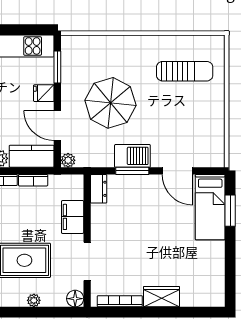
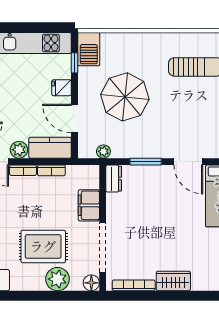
window: (57, 67) -> (74, 63), width x0.67
barbecue: (132, 156) -> (89, 49), moved, turned 90
plant: (68, 160) -> (103, 151), moved
doorway: (87, 261) -> (103, 247), width x1.36
plant: (34, 300) -> (58, 279), width x1.88, depth x1.88

